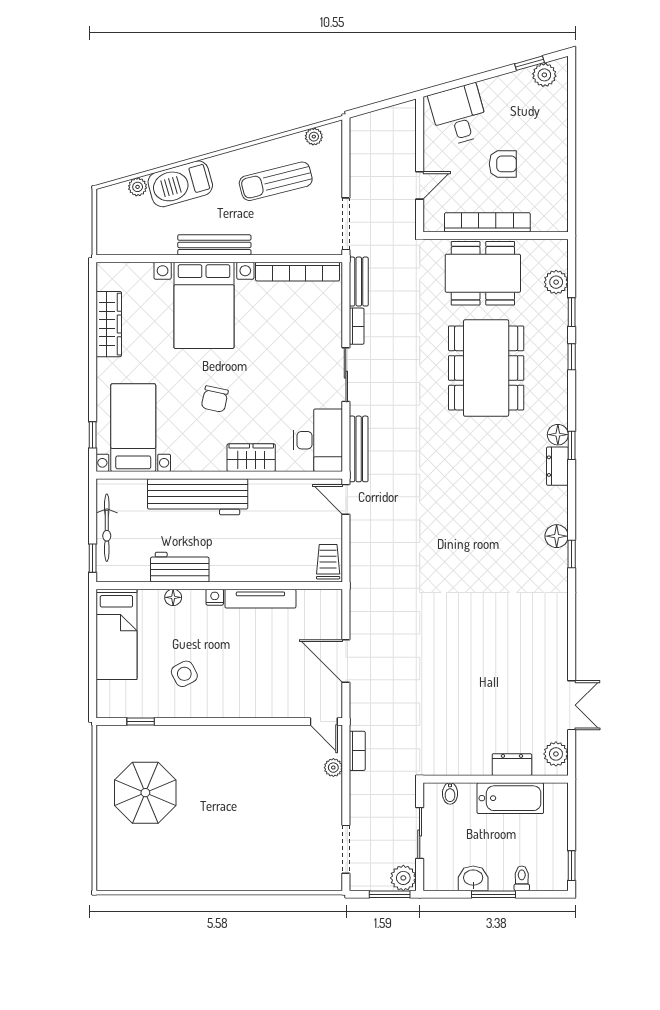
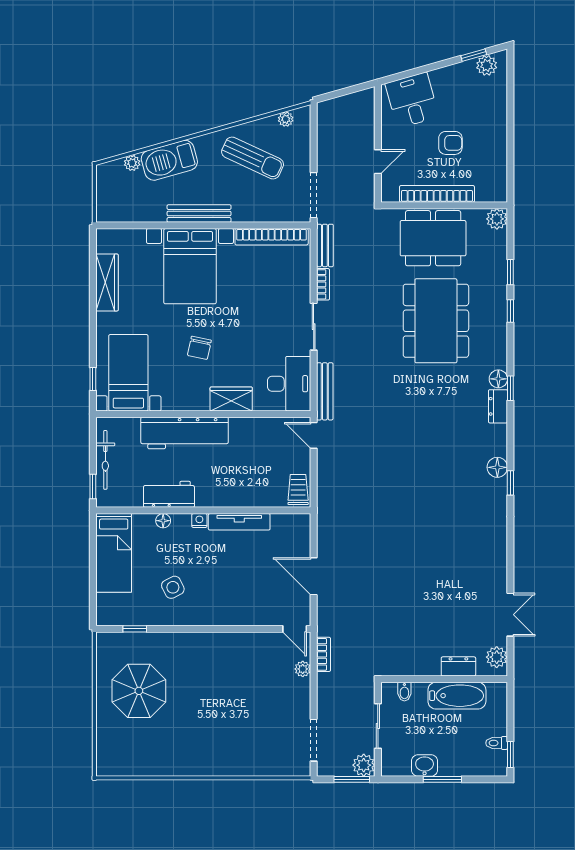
sun lounger: (276, 181) -> (253, 158), turned -141
plant: (556, 282) -> (497, 219), moved
toilet: (522, 878) -> (497, 743), moved, turned -90

